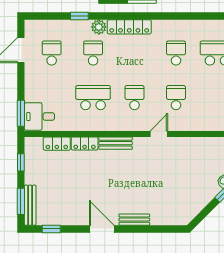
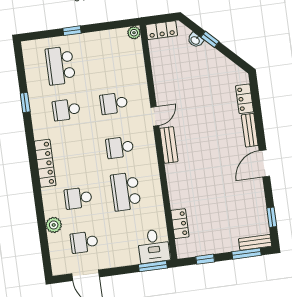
window: (79, 16) -> (25, 103), moved
plant: (99, 27) -> (54, 225), moved
door: (159, 134) -> (155, 116), swing flipped
locker: (85, 143) -> (245, 99), moved, turned 180
bench: (116, 143) -> (169, 145), moved
bench: (30, 205) -> (255, 242), width x0.73

